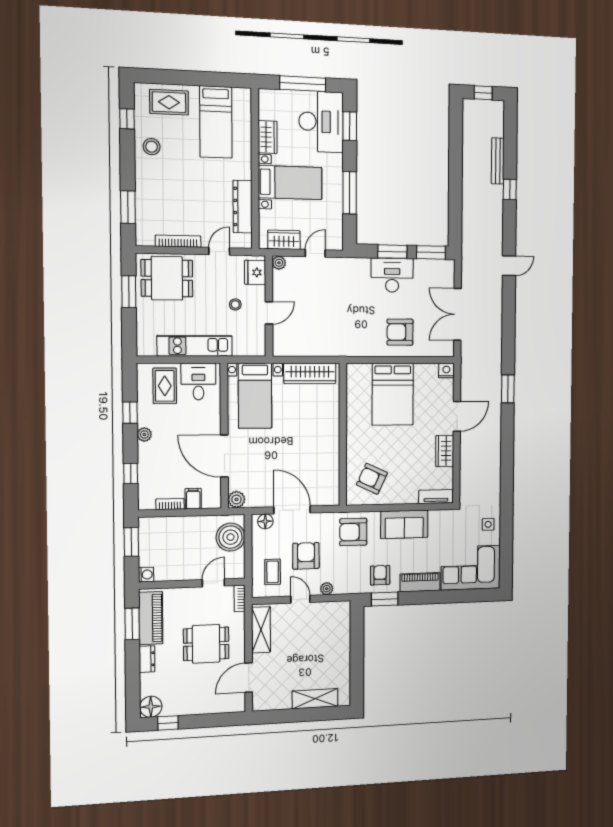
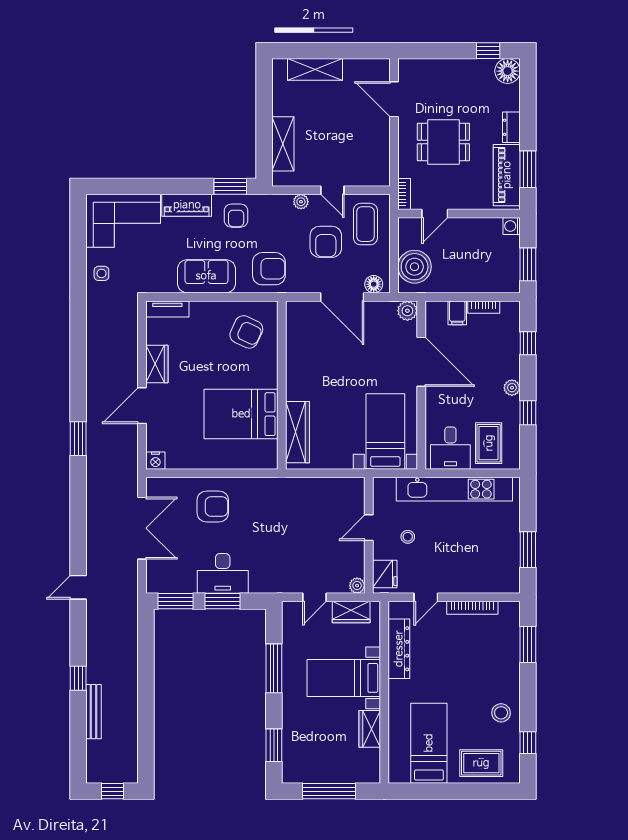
desk: (321, 122) -> (308, 749), removed
dining table: (167, 278) -> (485, 566), removed
kitchen unit: (195, 346) -> (454, 489), width x1.36
wardrobe: (310, 373) -> (297, 432), moved, turned 90
bed: (393, 394) -> (241, 414), moved, turned -90
coffee table: (273, 572) -> (365, 224), width x1.36, depth x1.30
shelving: (261, 630) -> (283, 144), moved
door: (249, 678) -> (394, 99), swing flipped

